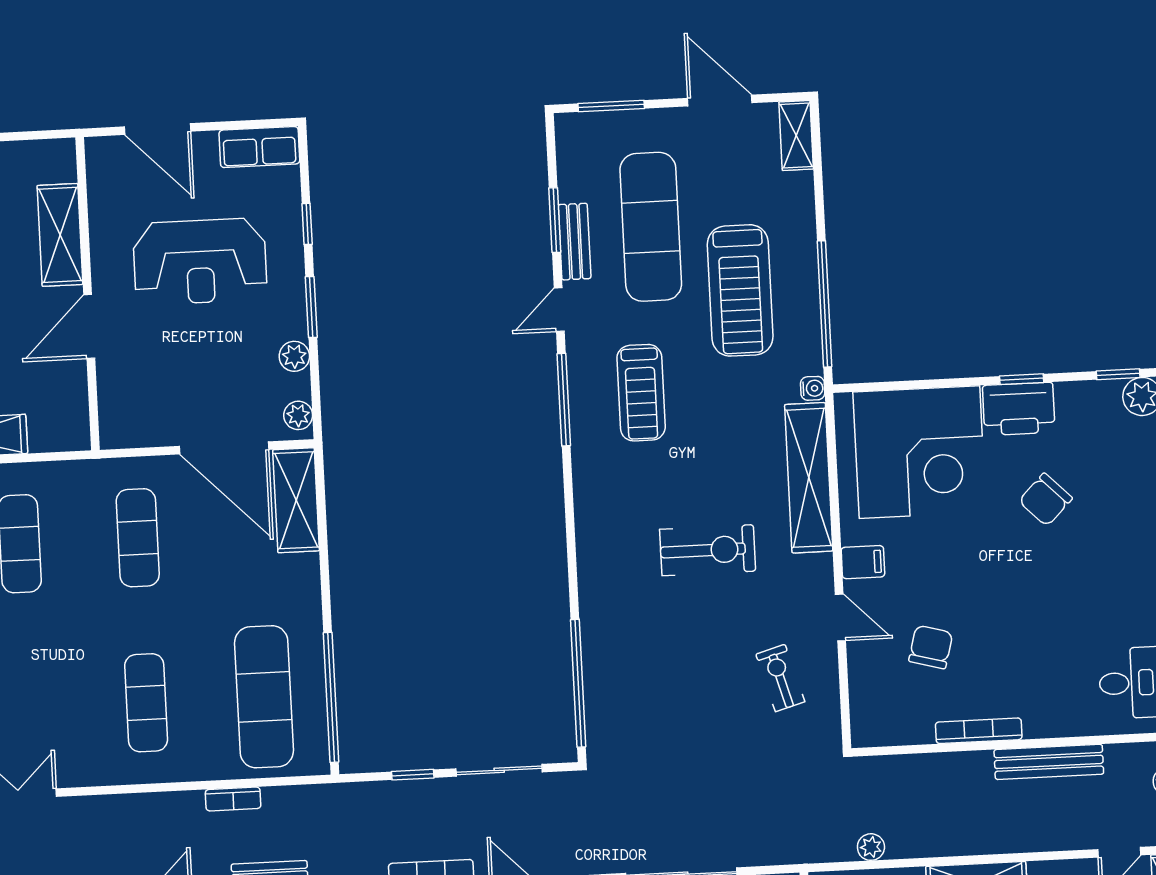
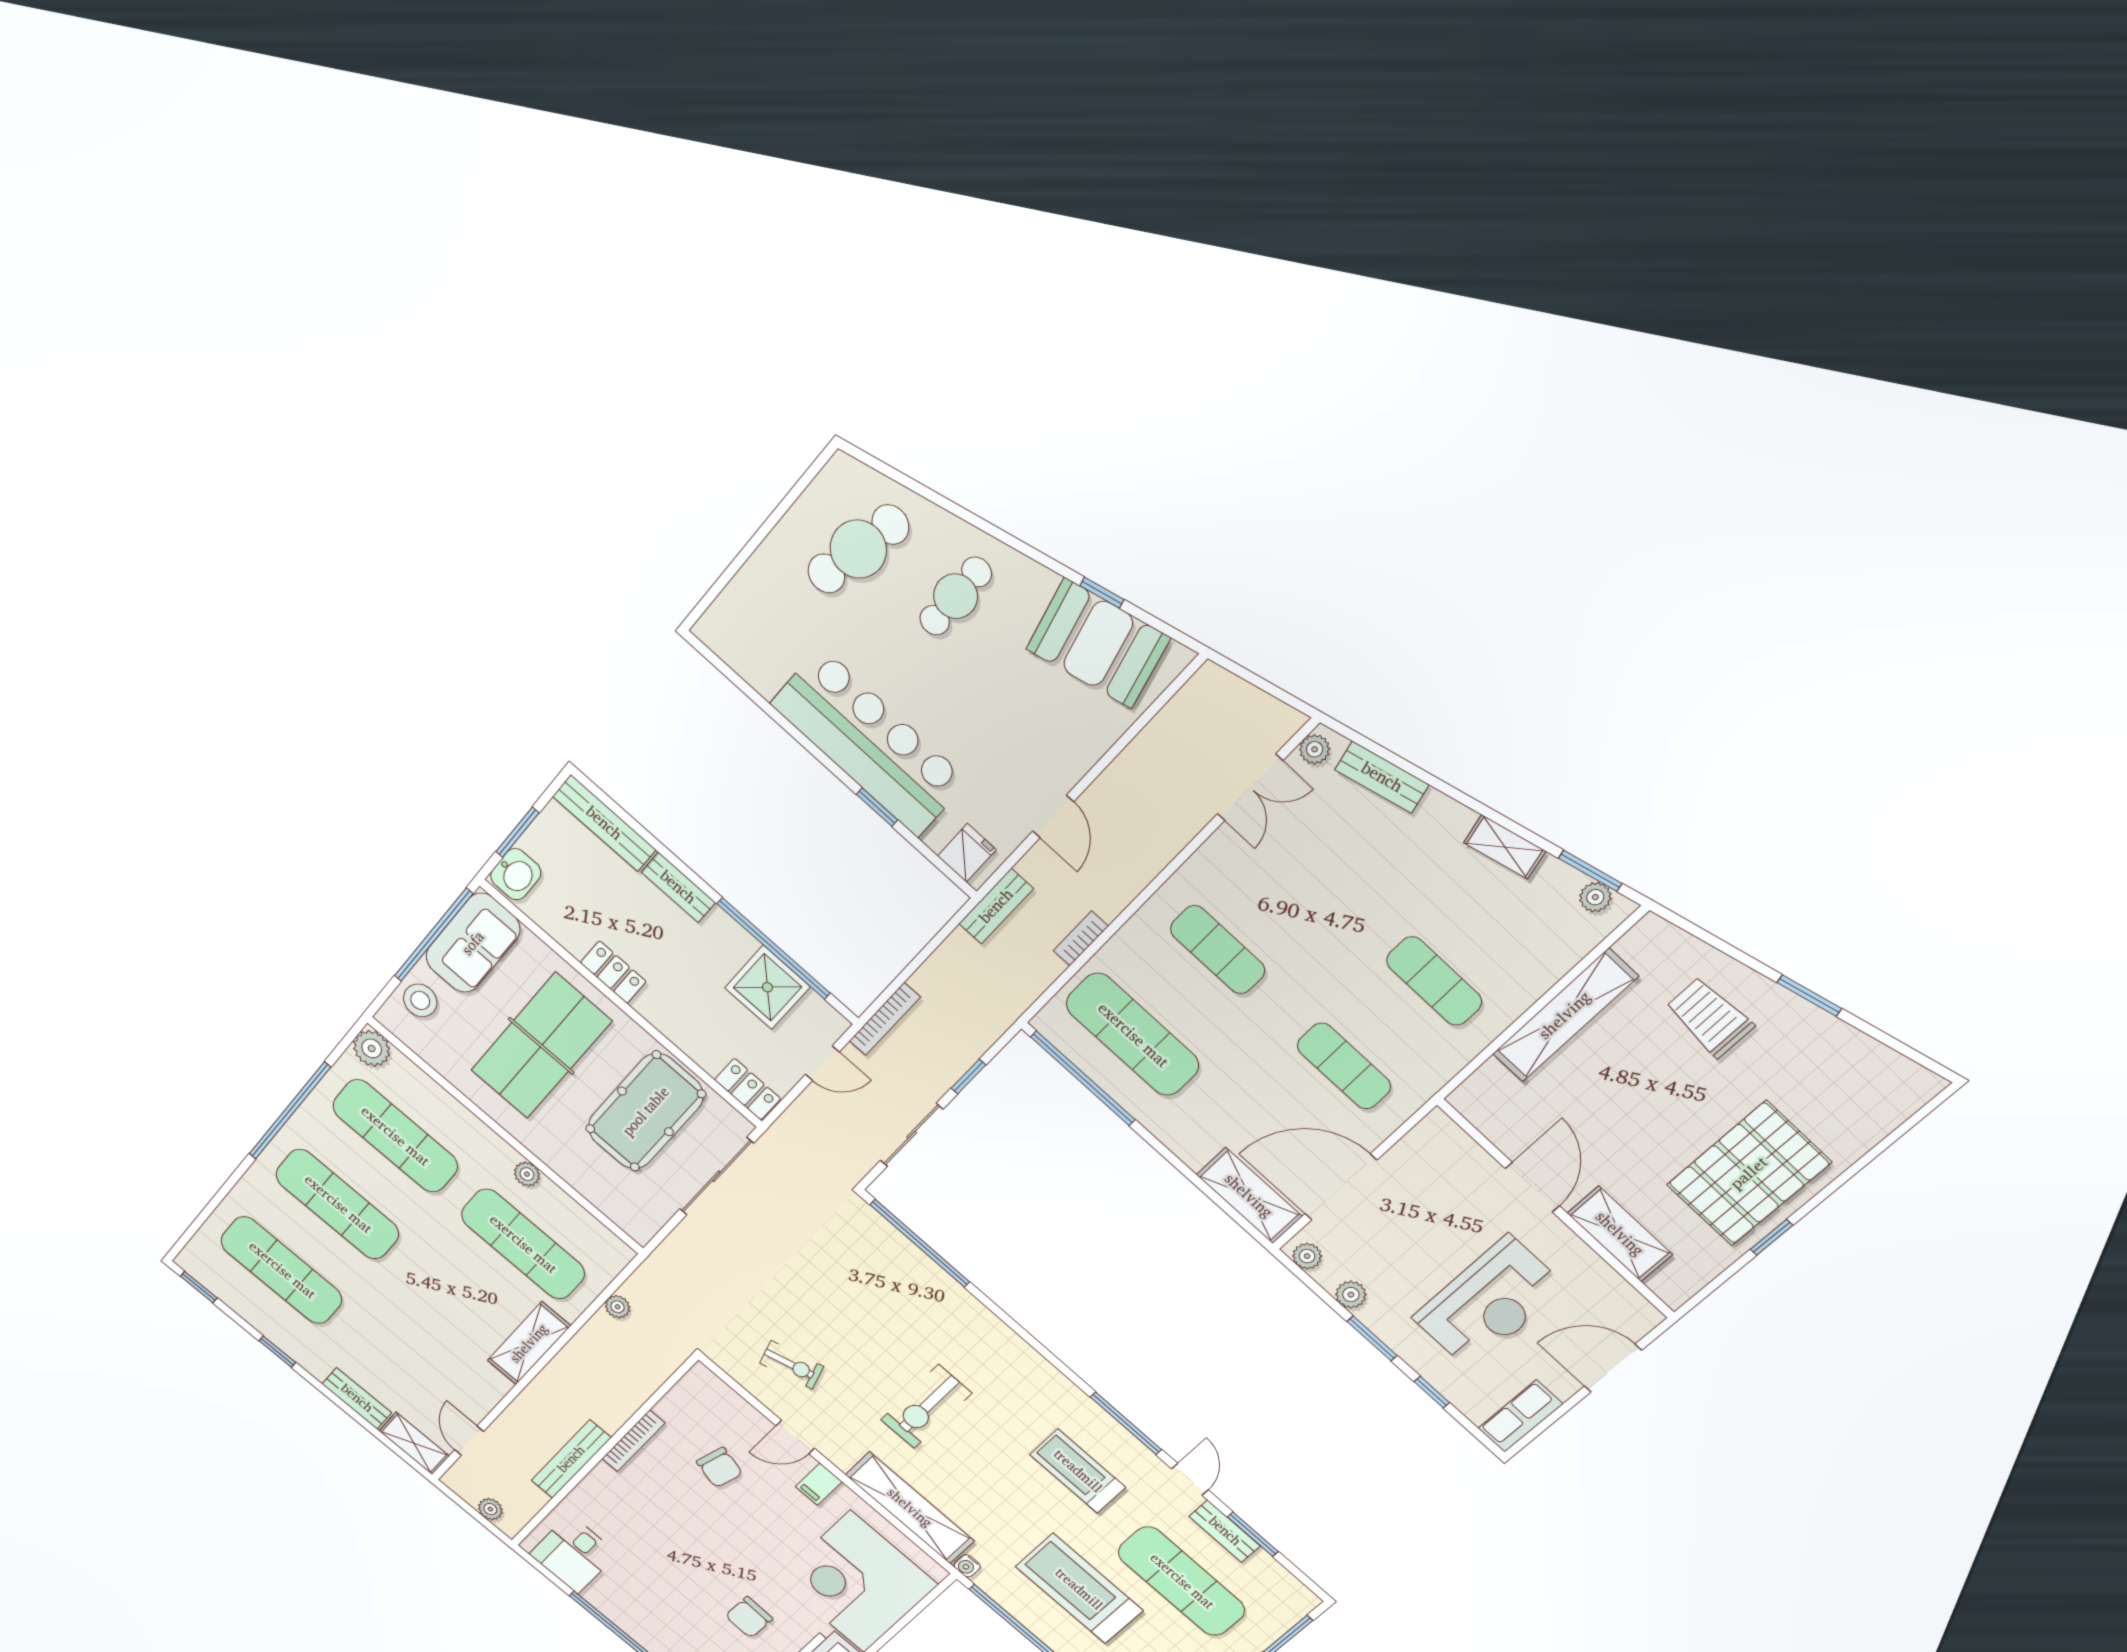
reception desk: (200, 262) -> (1489, 1302), turned 180
chair: (1046, 500) -> (749, 1617), turned -133

